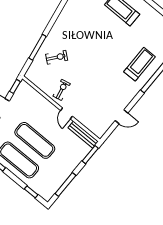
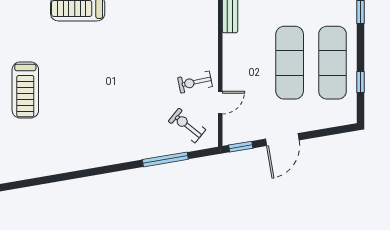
exercise bike: (57, 57) -> (187, 125), moved
door: (66, 113) -> (220, 103), moved

